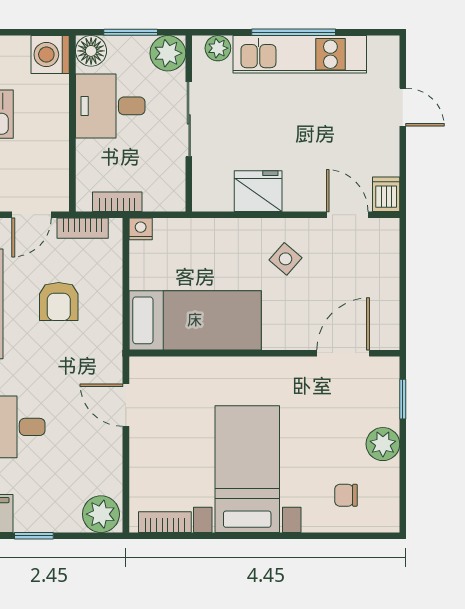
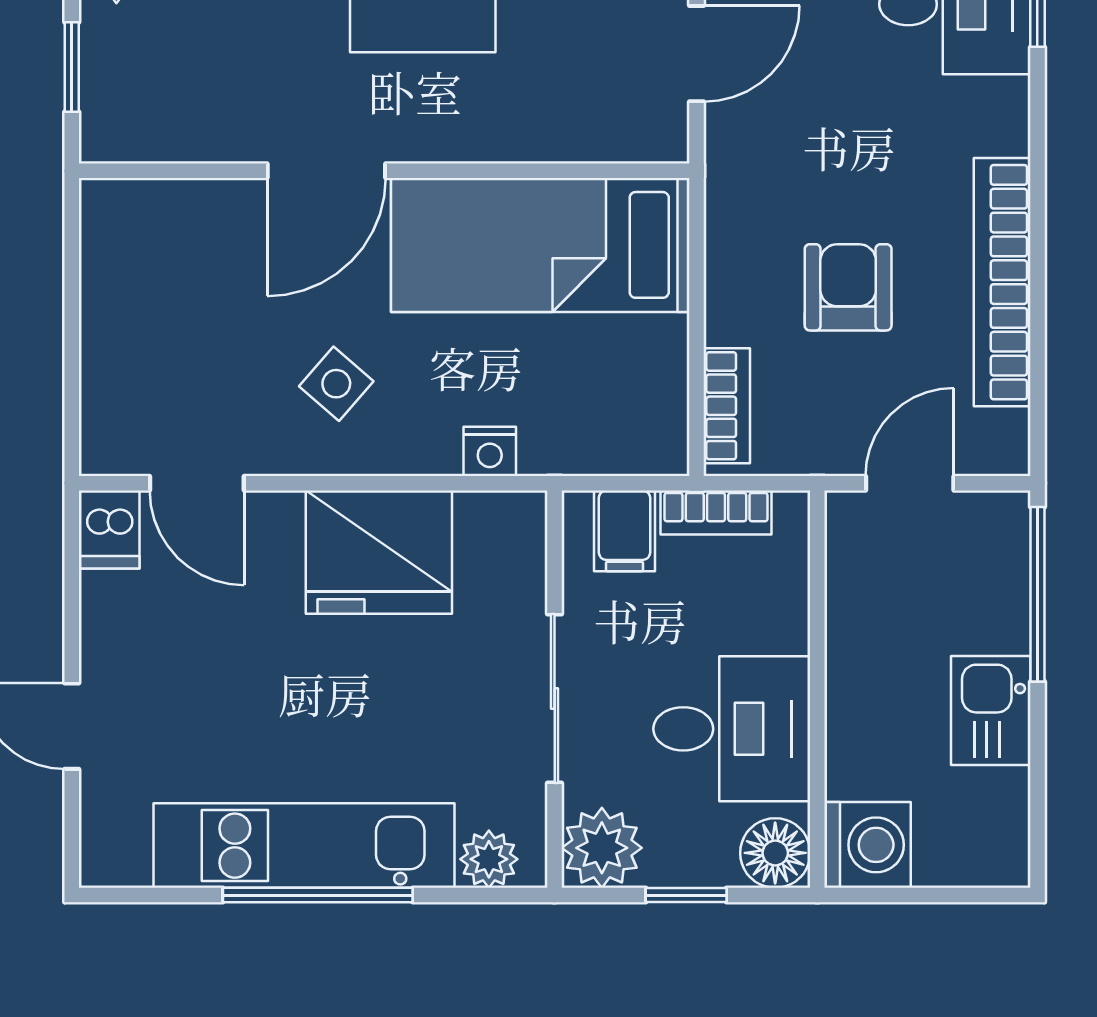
window: (131, 32) -> (686, 895), width x0.67
fridge: (258, 191) -> (379, 552), width x1.36, depth x1.34
filing cabinet: (158, 194) -> (624, 531), added
bookcase: (83, 228) -> (727, 406), moved, turned 90
nightstand: (141, 229) -> (490, 451), moved
door: (343, 353) -> (326, 171), moved
door: (126, 405) -> (697, 54), hinge flipped

